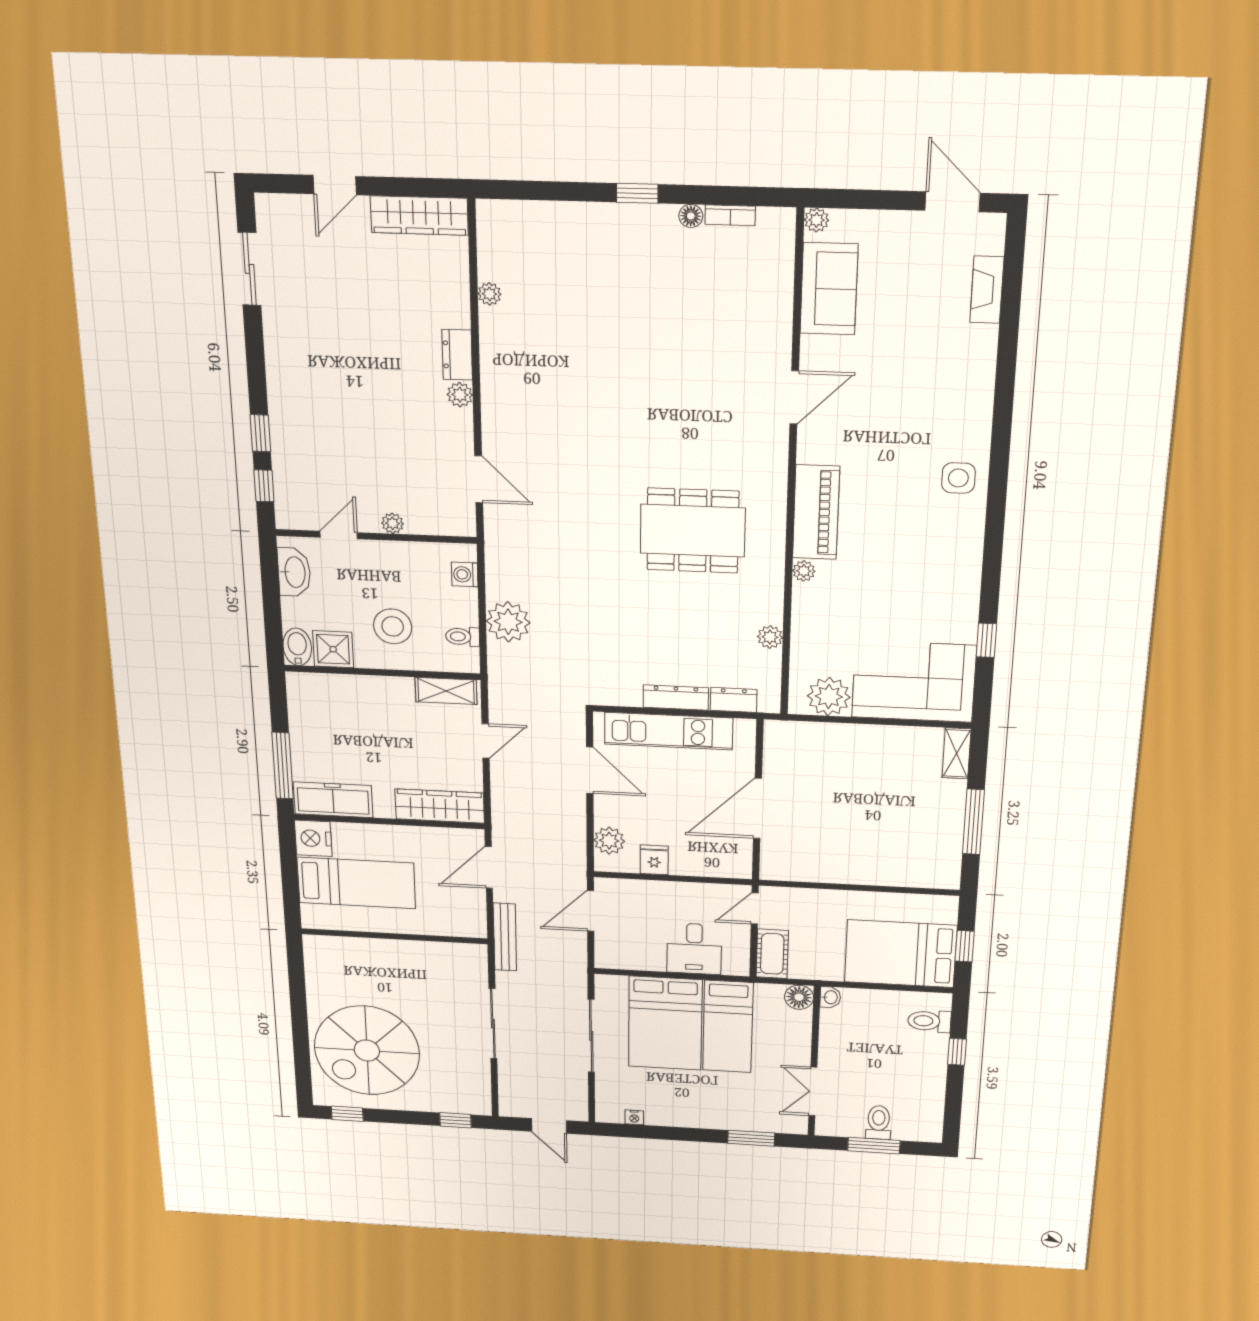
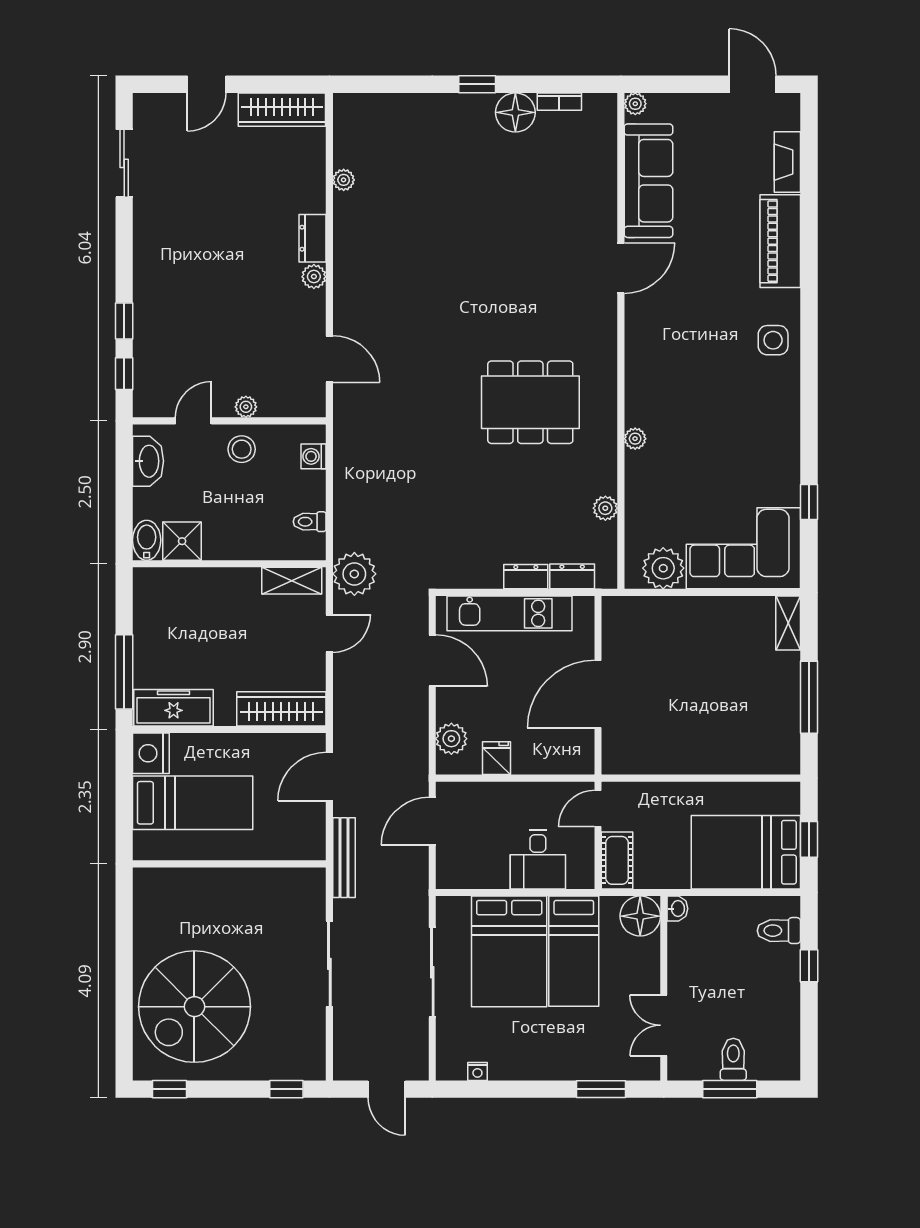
floor lamp: (691, 216) -> (515, 112), width x1.89, depth x1.89
sofa: (829, 289) -> (648, 181), width x1.36
piano: (816, 512) -> (780, 241), moved, turned 180
plant: (508, 622) -> (354, 574), moved
stool: (393, 626) -> (242, 449), moved, width x0.73, depth x0.73
dresser: (676, 698) -> (526, 577), width x0.70
floor lamp: (799, 997) -> (640, 916), width x1.38, depth x1.38

